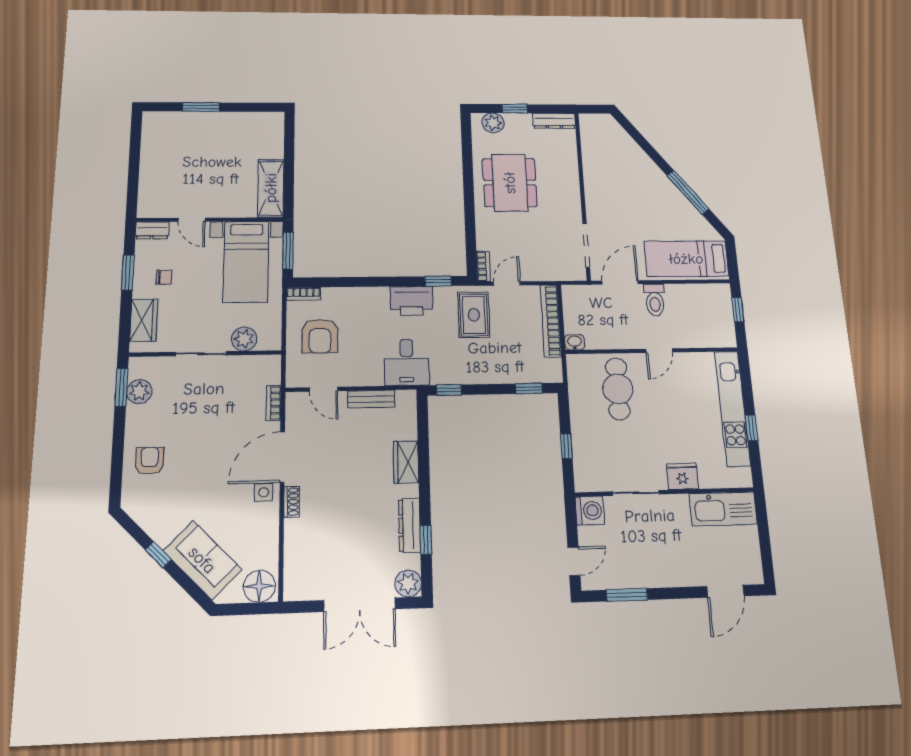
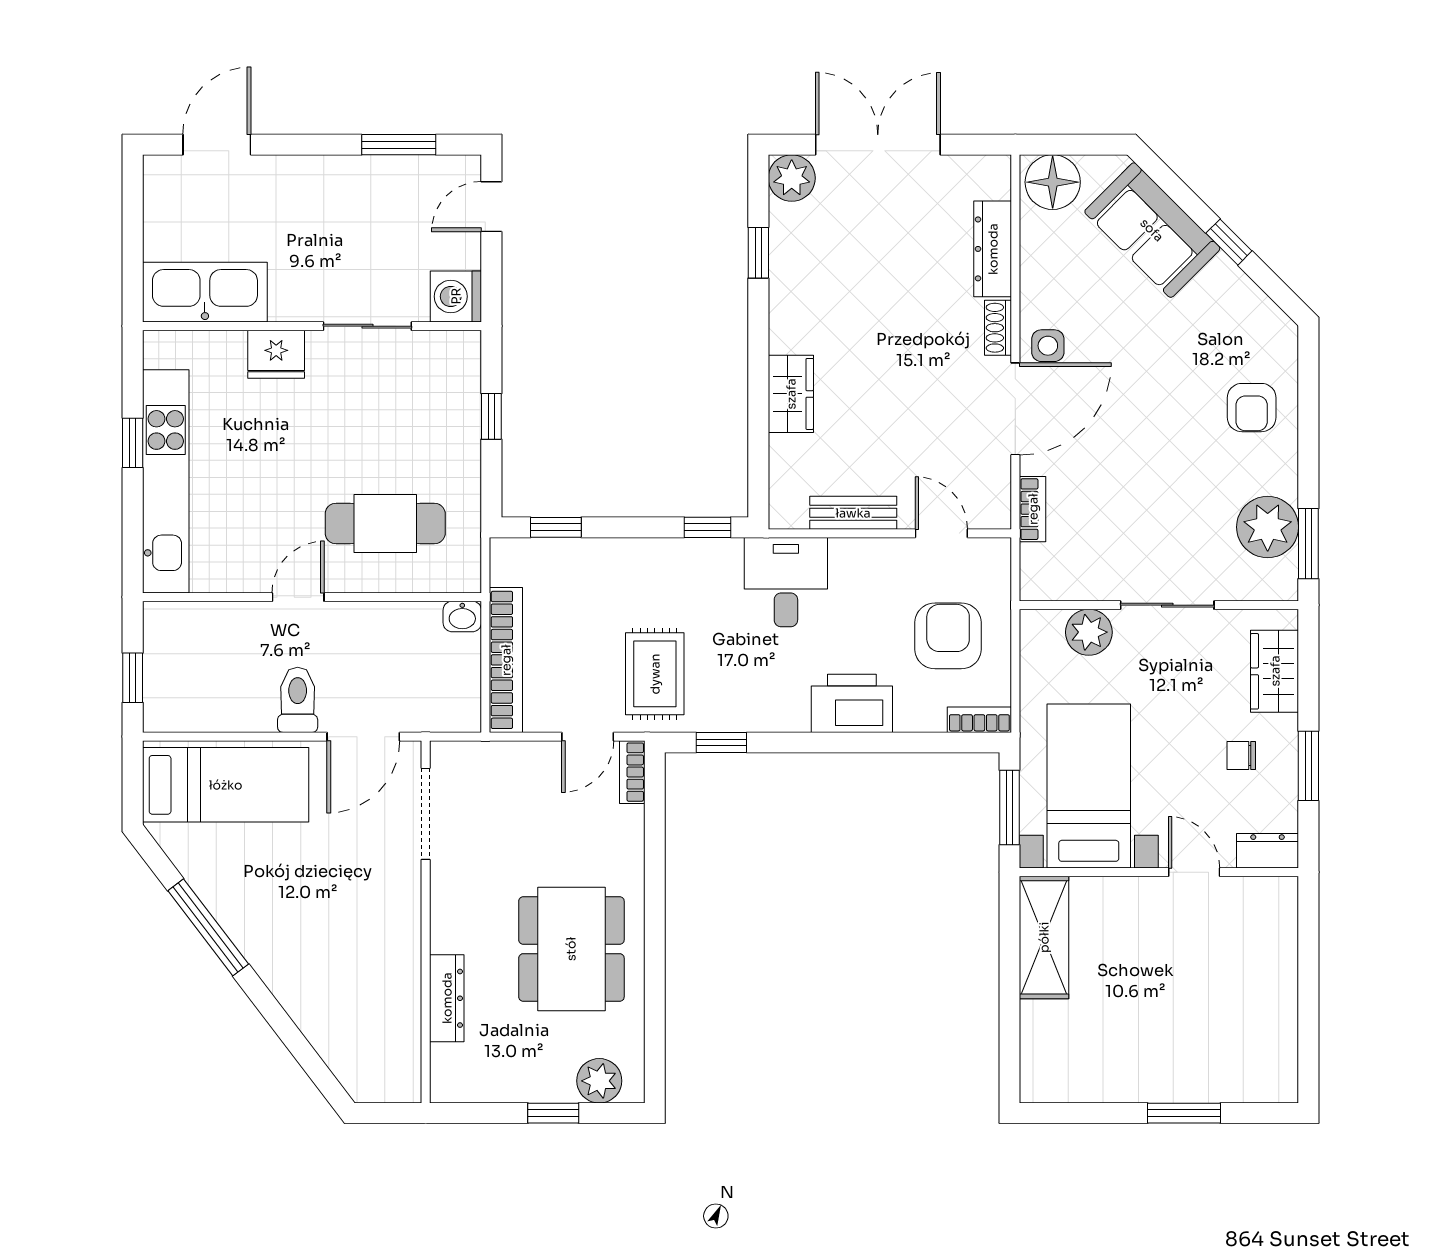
dresser: (554, 121) -> (447, 998), moved, turned 90
printer: (412, 301) -> (852, 703), moved
cafe table: (618, 389) -> (385, 524), turned 90
plant: (139, 392) -> (1268, 527), width x1.36, depth x1.36
dresser: (409, 525) -> (993, 249), moved, turned 180

